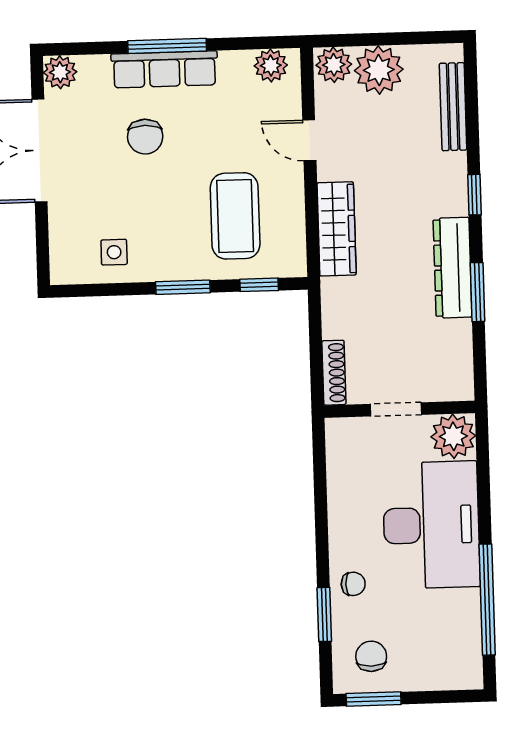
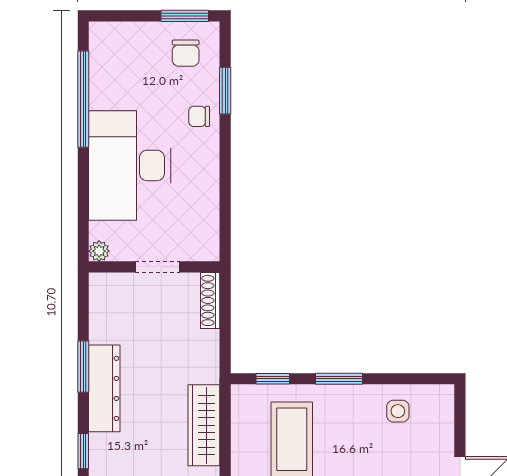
plant: (453, 436) -> (99, 251), width x0.53, depth x0.53

